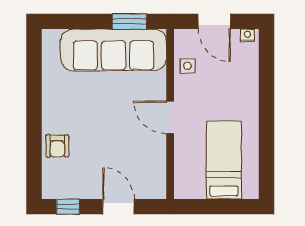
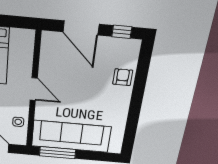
window: (129, 21) -> (58, 153), width x1.44
door: (118, 207) -> (81, 28), width x1.36

